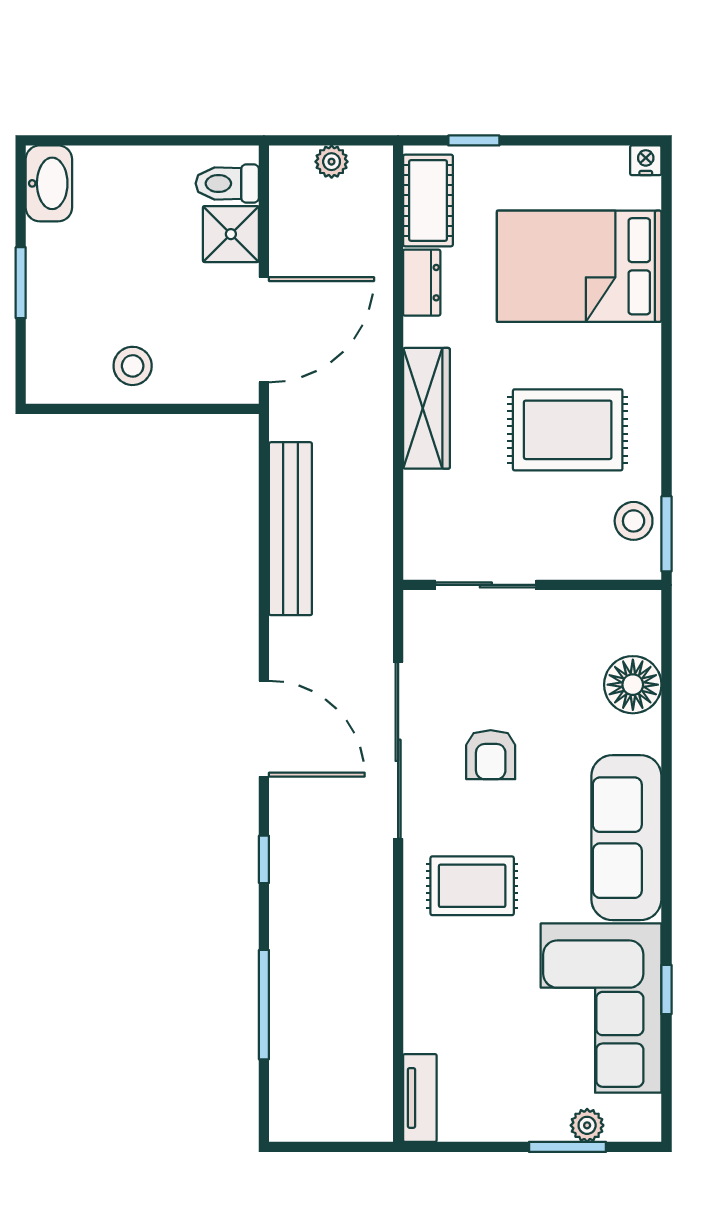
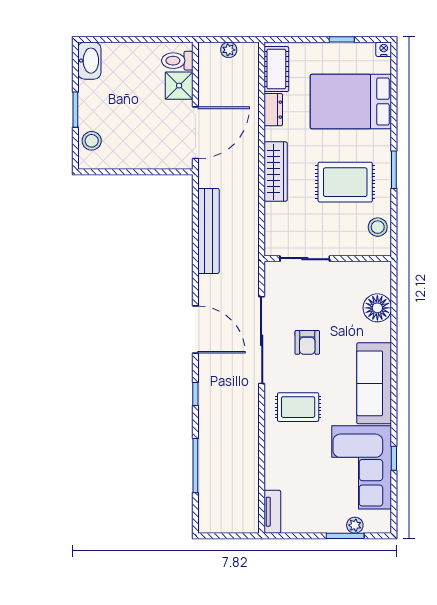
window: (474, 140) -> (342, 39), moved
stool: (133, 366) -> (92, 141), moved
window: (666, 534) -> (394, 170), moved

